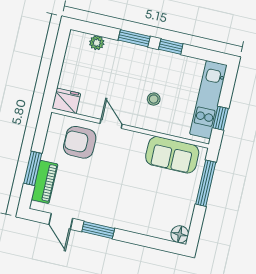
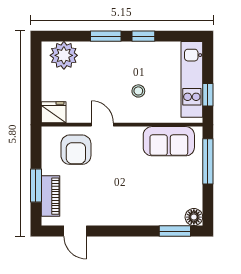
plant: (97, 43) -> (64, 55), width x1.88, depth x1.88
armchair: (80, 142) -> (76, 150), turned -90
window: (98, 230) -> (175, 231), moved

